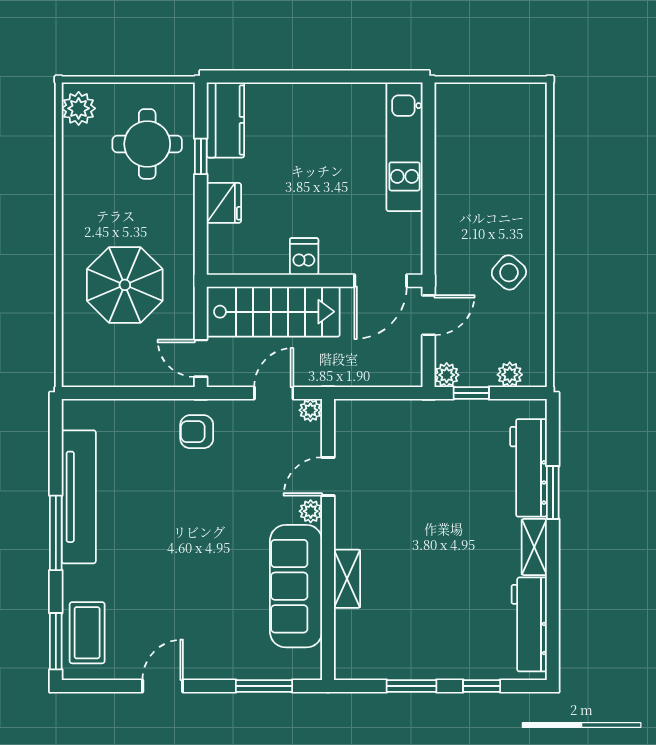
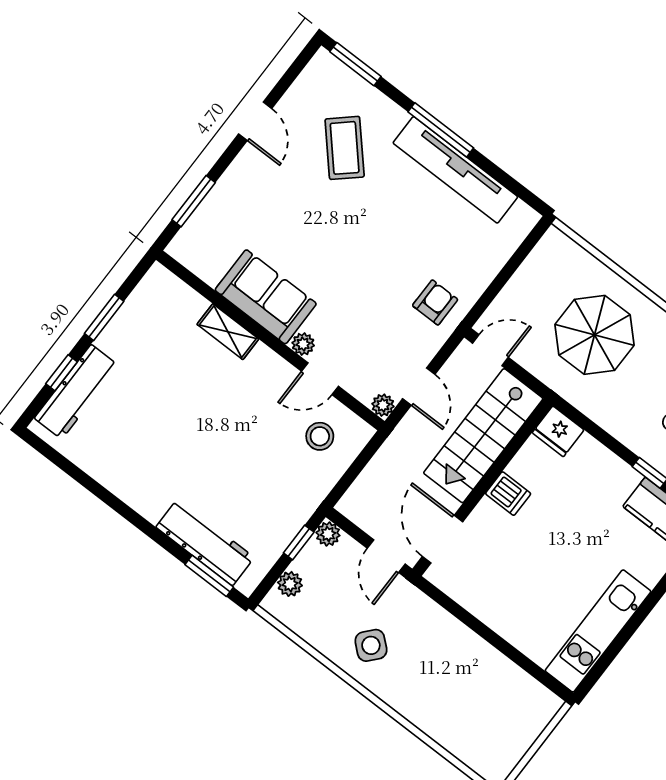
kitchen unit: (404, 147) -> (598, 631), moved, turned -90
fridge: (224, 203) -> (558, 431), moved
stool: (374, 441) -> (320, 436), added
door: (328, 477) -> (320, 379), swing flipped
window: (553, 492) -> (209, 576), moved
shelving: (534, 547) -> (139, 499), removed
sofa: (296, 586) -> (266, 297), width x0.73
workbench: (529, 624) -> (76, 392), moved, turned 90
coffee table: (87, 633) -> (345, 148), moved, turned 48

